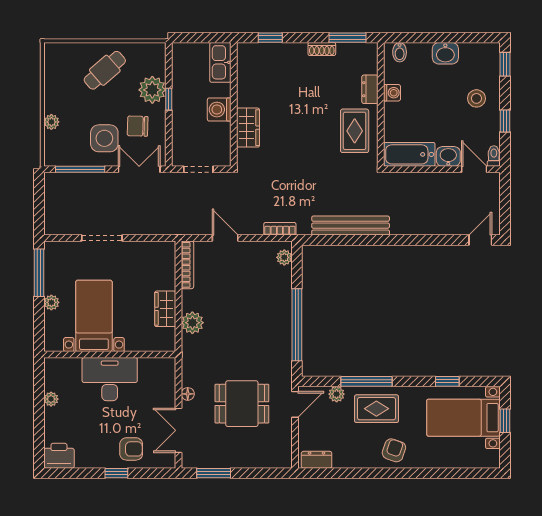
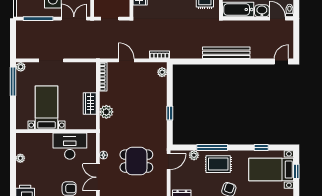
bench: (351, 226) -> (226, 53), moved
plant: (51, 302) -> (21, 67), moved
window: (297, 325) -> (170, 113), width x0.32
desk: (110, 379) -> (70, 146), moved

